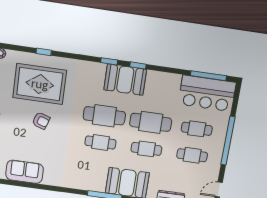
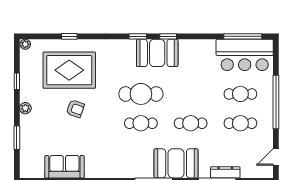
cafe table: (151, 122) -> (191, 94), removed

